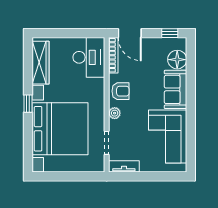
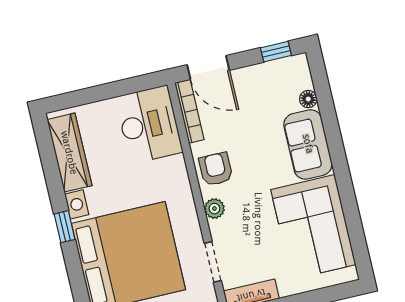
floor lamp: (177, 60) -> (308, 99), width x0.53, depth x0.53
armchair: (120, 91) -> (216, 169), turned -90

